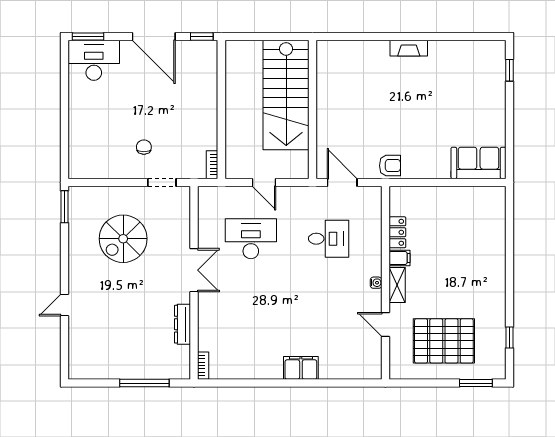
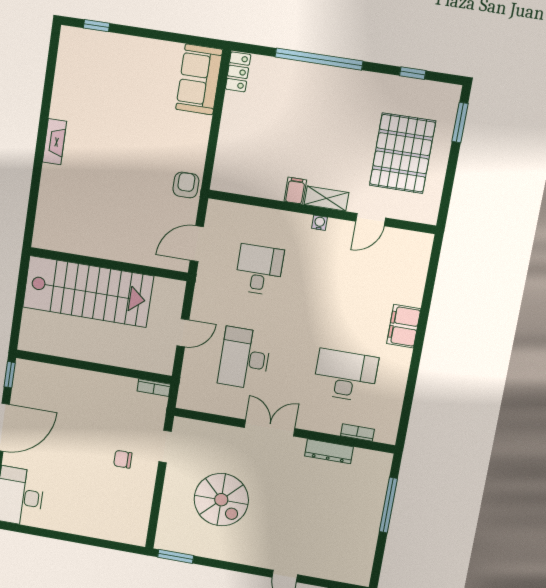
locker: (397, 232) -> (238, 72), moved, turned 90
window: (509, 259) -> (319, 59), added
desk: (251, 327) -> (345, 375), added
bookcase: (203, 366) -> (357, 433), moved

